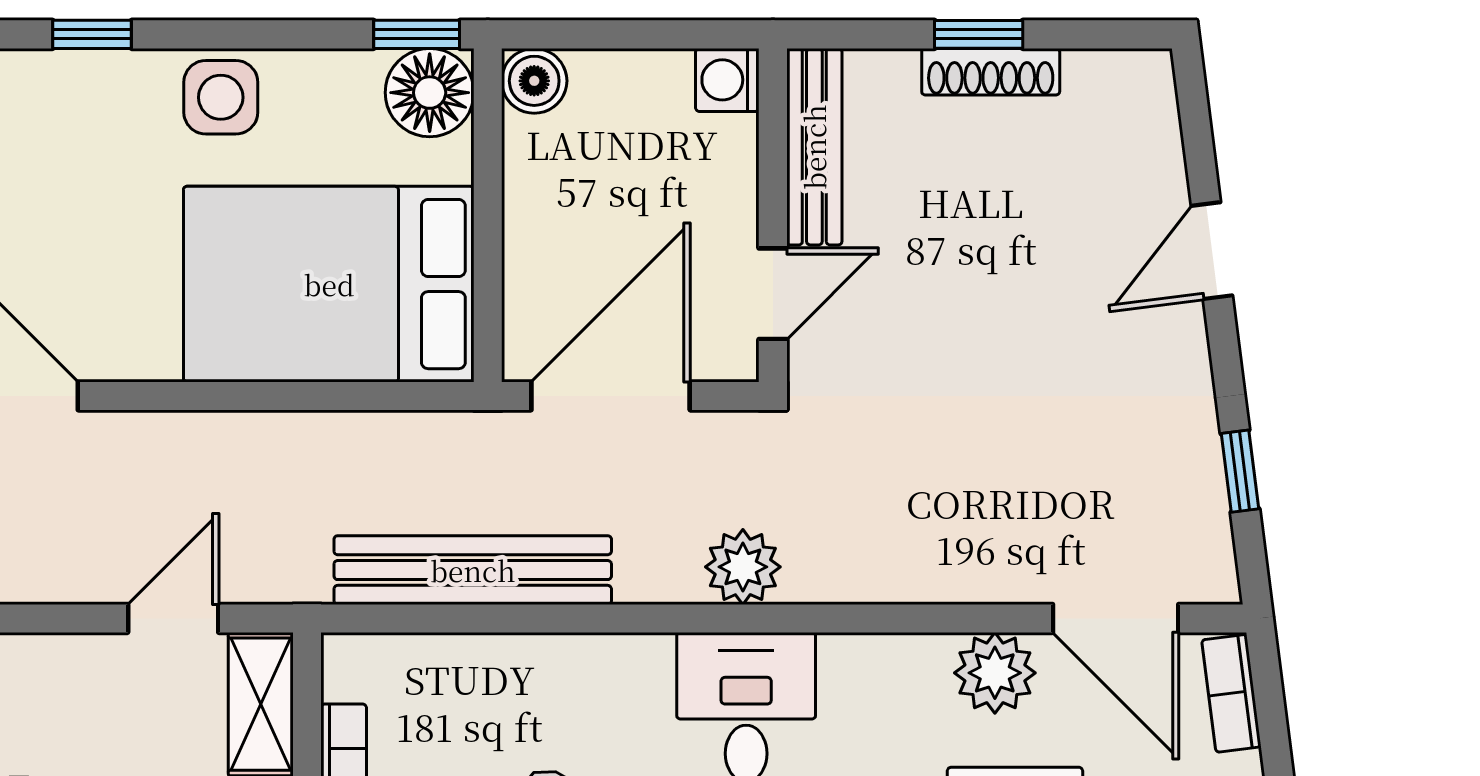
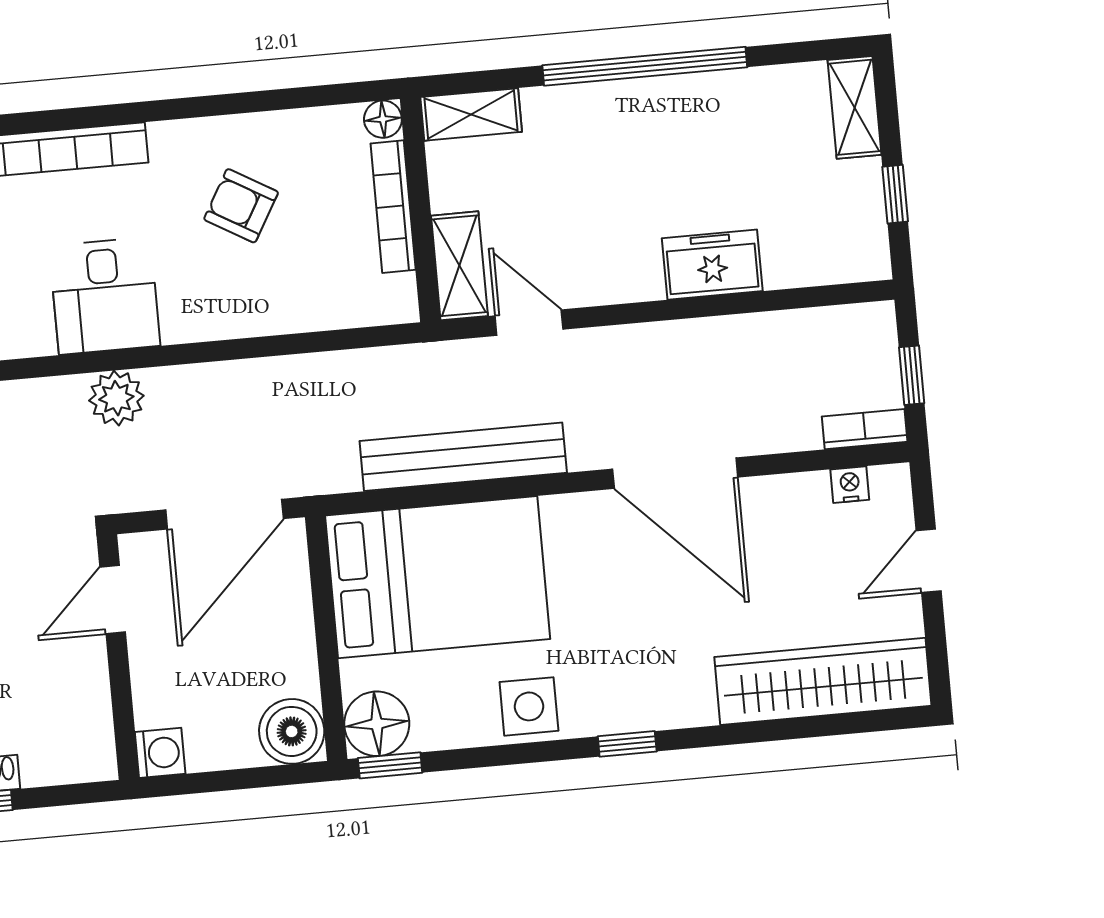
boiler: (534, 81) -> (292, 731), width x1.36, depth x1.36
bench: (814, 147) -> (92, 710), removed
bench: (473, 570) -> (463, 457), moved
door: (173, 618) -> (529, 323), swing flipped

